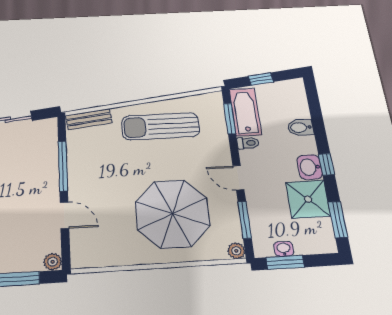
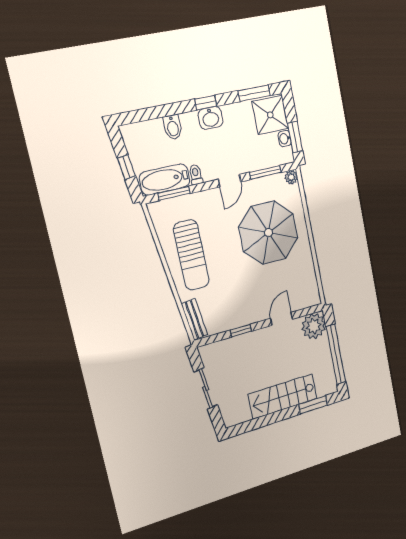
window: (63, 166) -> (241, 331), width x0.46
shower: (308, 199) -> (270, 115), moved
plant: (53, 262) -> (314, 326), width x1.87, depth x1.87

